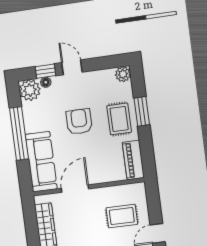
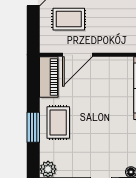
armchair: (79, 122) -> (101, 125), removed
door: (75, 189) -> (78, 55), moved

